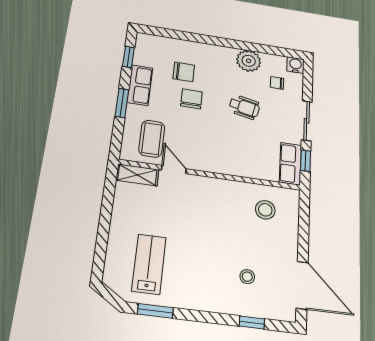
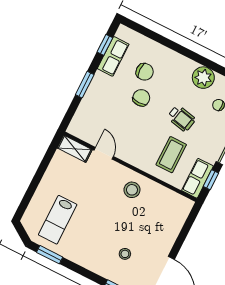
row of seats: (140, 85) -> (113, 56), moved
coffee table: (152, 139) -> (171, 155), moved
stool: (265, 210) -> (132, 190), moved
lab bench: (149, 264) -> (58, 220), turned 180

